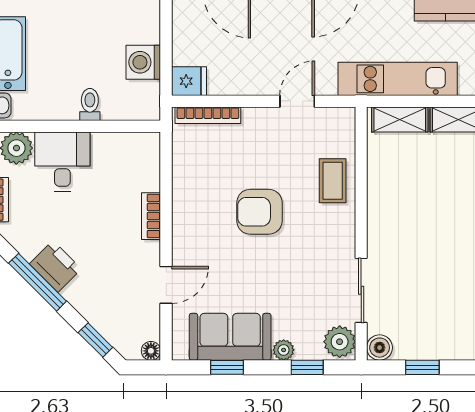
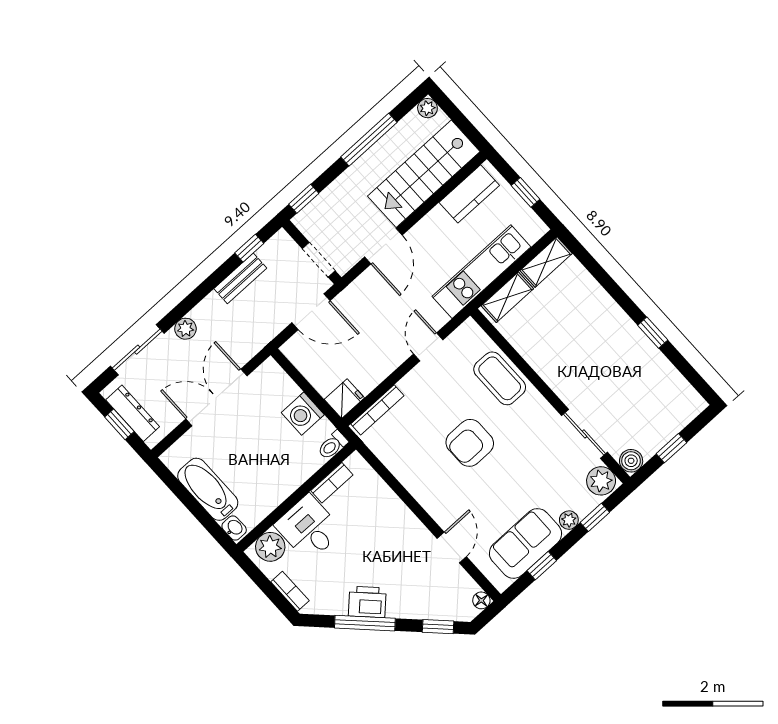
toilet: (90, 104) -> (333, 445), moved, turned -90
coffee table: (333, 181) -> (500, 378), width x1.36, depth x1.30
bookcase: (151, 216) -> (332, 483), moved, turned -90

